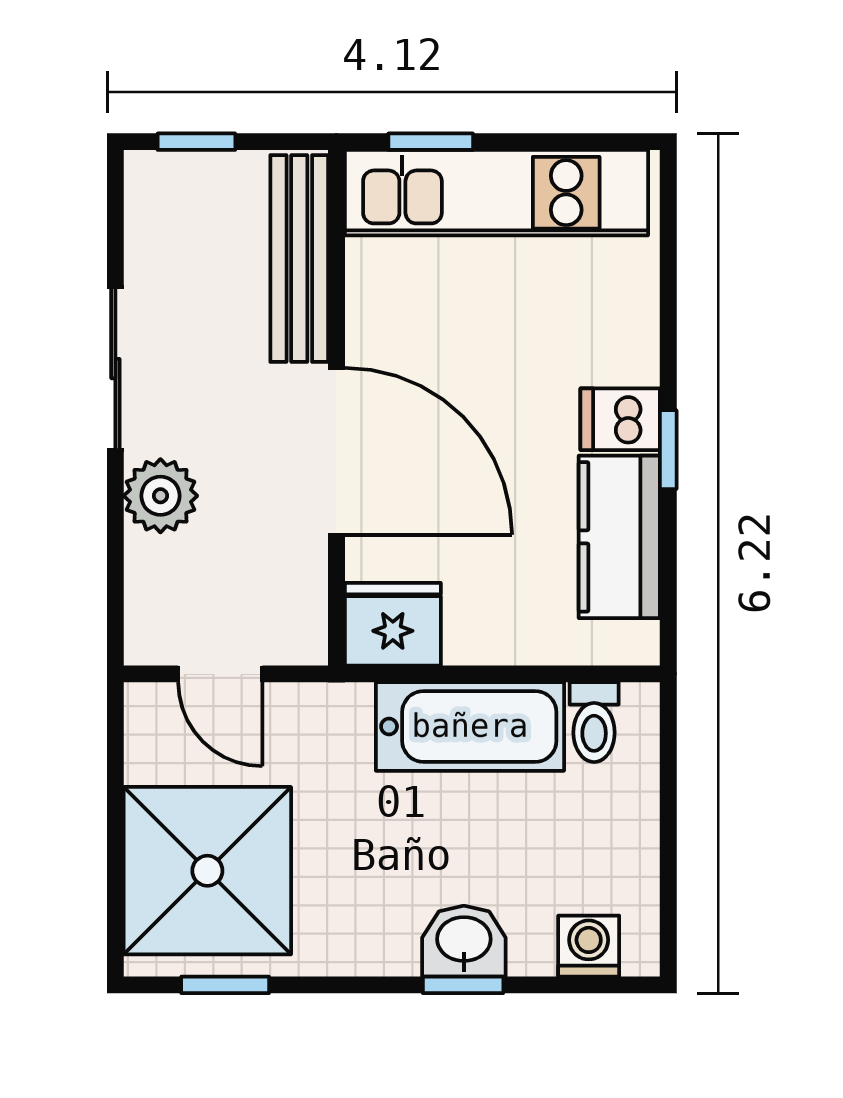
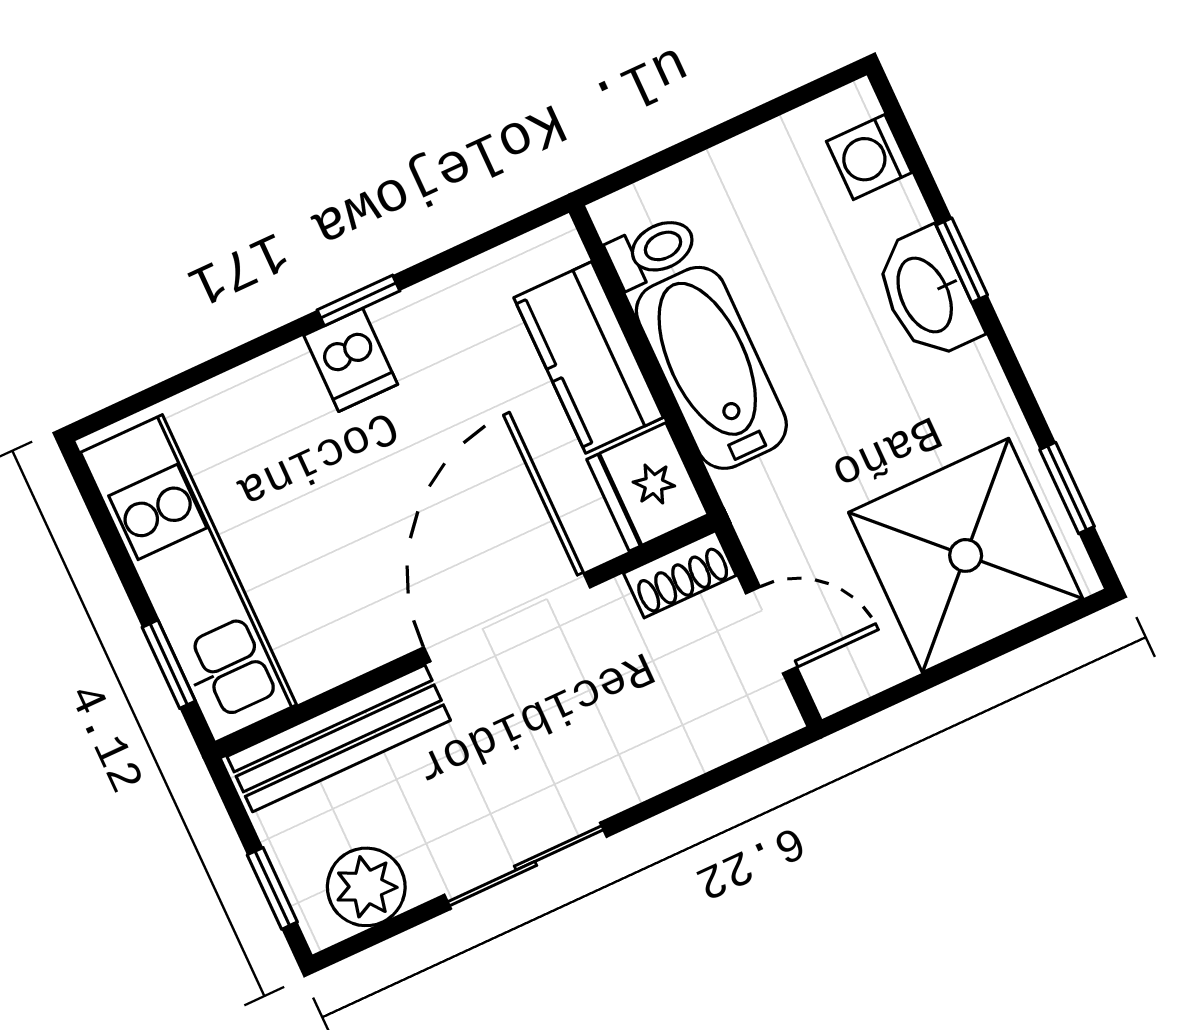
plant: (160, 496) -> (366, 887), moved
kitchen counter: (619, 537) -> (589, 358), moved, turned 90
shoe rack: (305, 617) -> (680, 574), added
door: (220, 674) -> (771, 630), hinge flipped
washbasin: (464, 941) -> (927, 294), width x1.38

